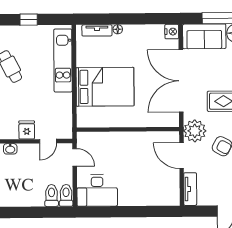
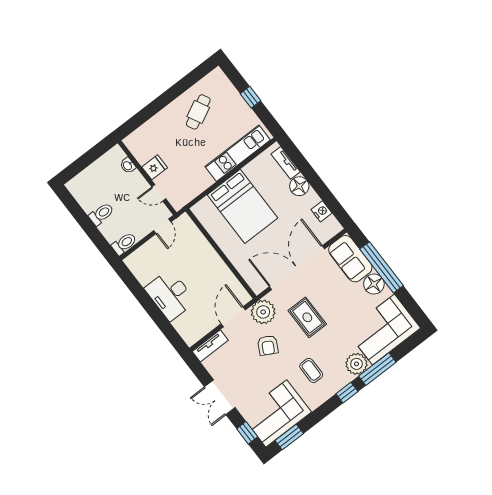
floor lamp: (118, 29) -> (299, 186), width x1.89, depth x1.89
nightstand: (172, 32) -> (322, 211), moved, turned -90
desk: (97, 190) -> (170, 295), moved
toilet: (52, 195) -> (101, 214), moved

